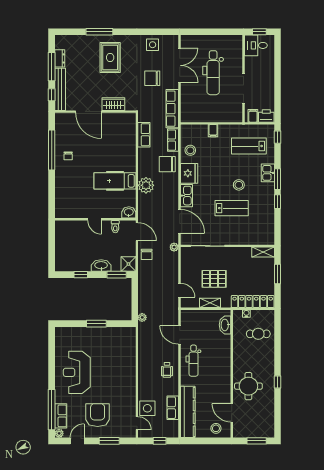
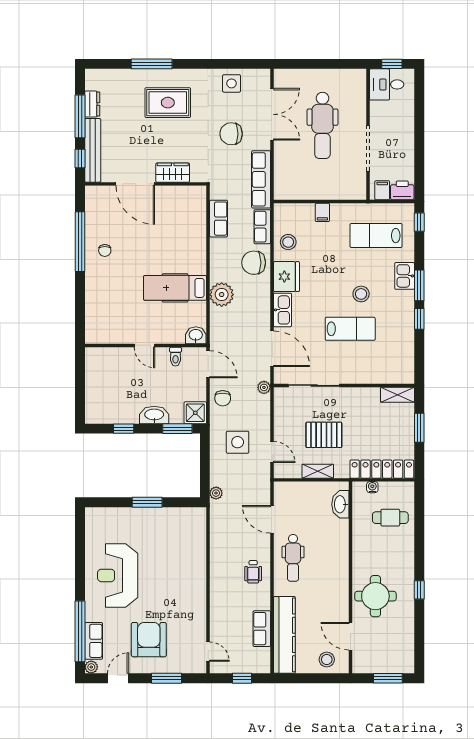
rug: (110, 57) -> (168, 103), turned 90
side table: (147, 408) -> (238, 442), moved

